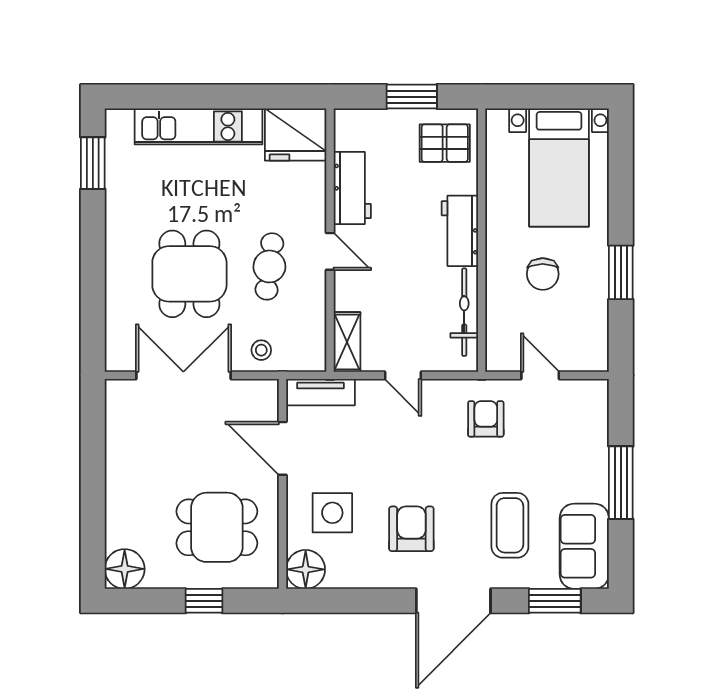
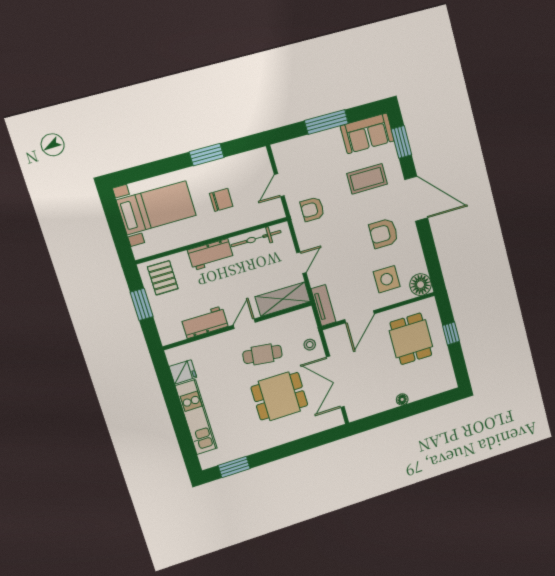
fridge: (296, 135) -> (183, 372), width x0.53, depth x0.75
shelving: (347, 342) -> (283, 299), width x1.50, depth x1.33
floor lamp: (125, 569) -> (402, 399), moved, width x0.53, depth x0.53

